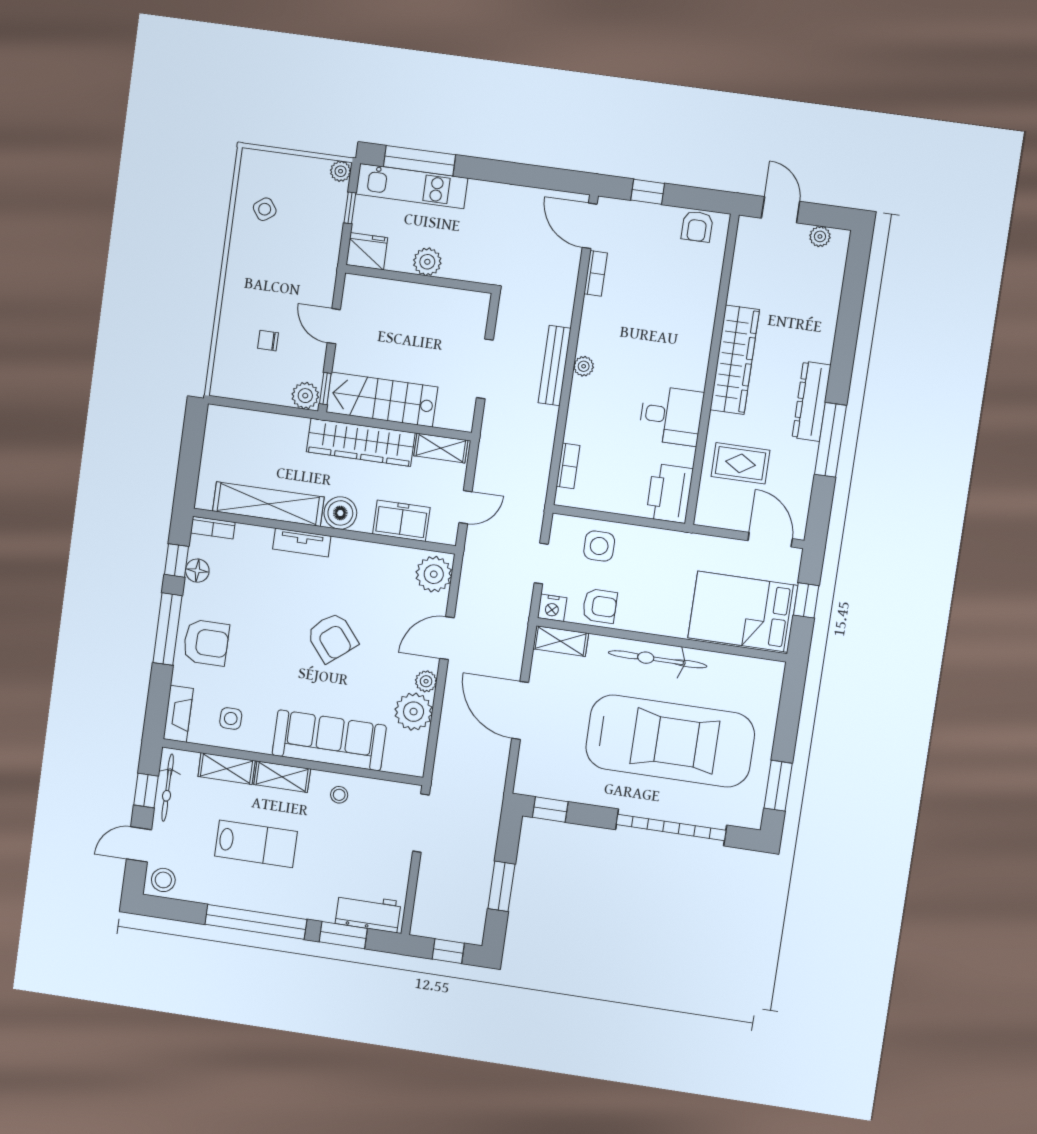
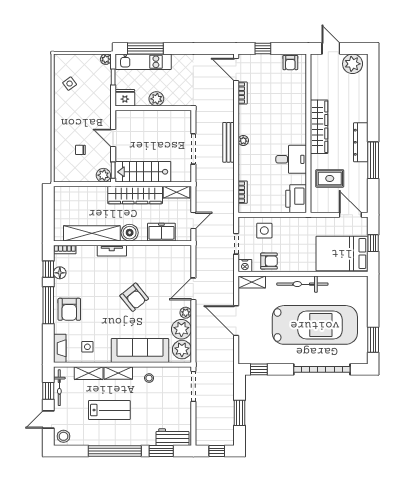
plant: (820, 236) -> (353, 64), width x1.88, depth x1.88
plant: (434, 574) -> (182, 350), moved
armchair: (206, 643) -> (69, 309), turned 90

